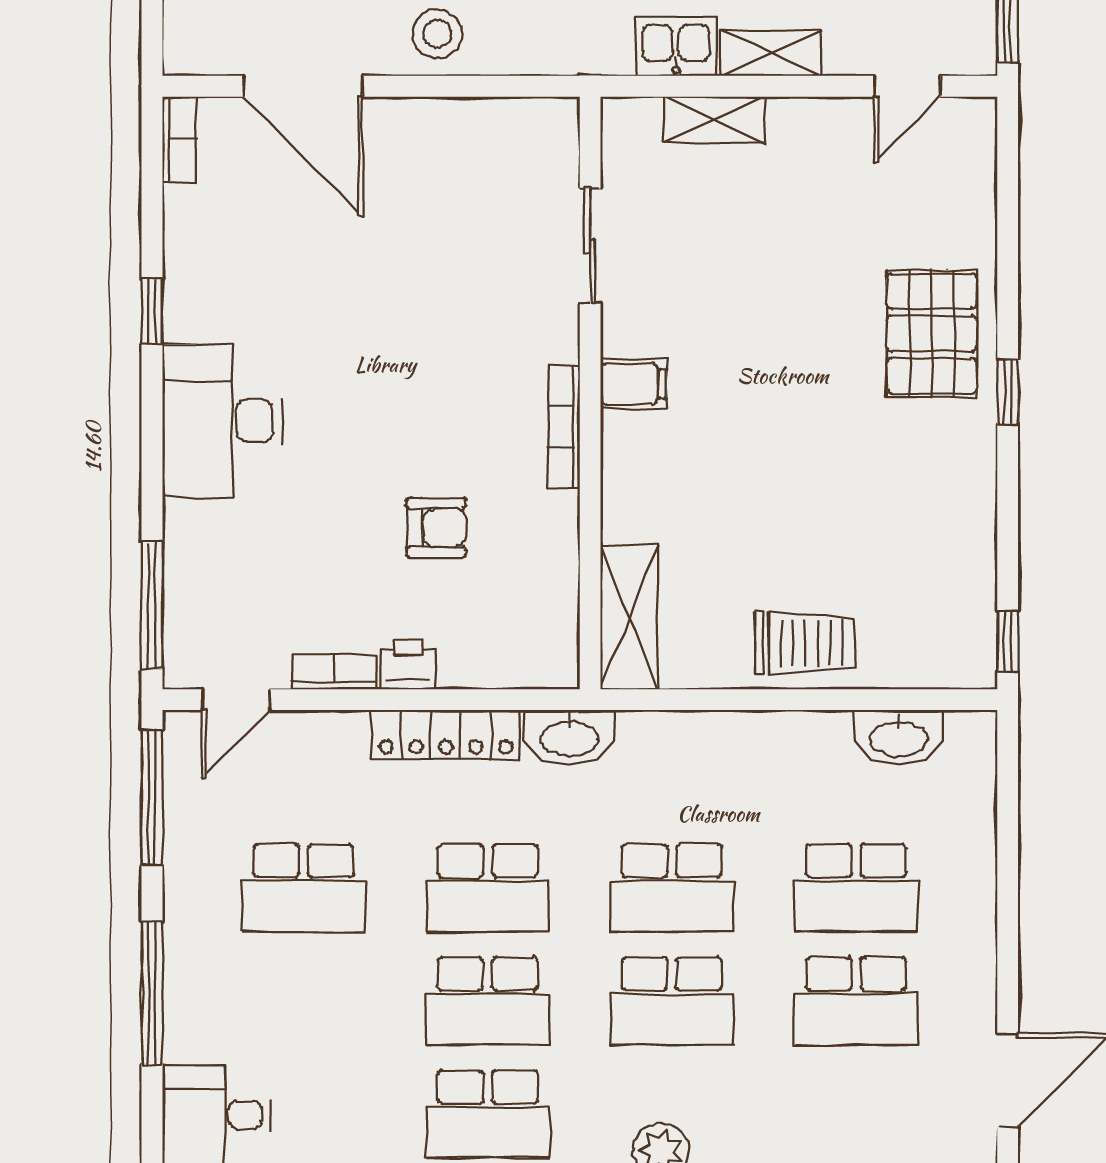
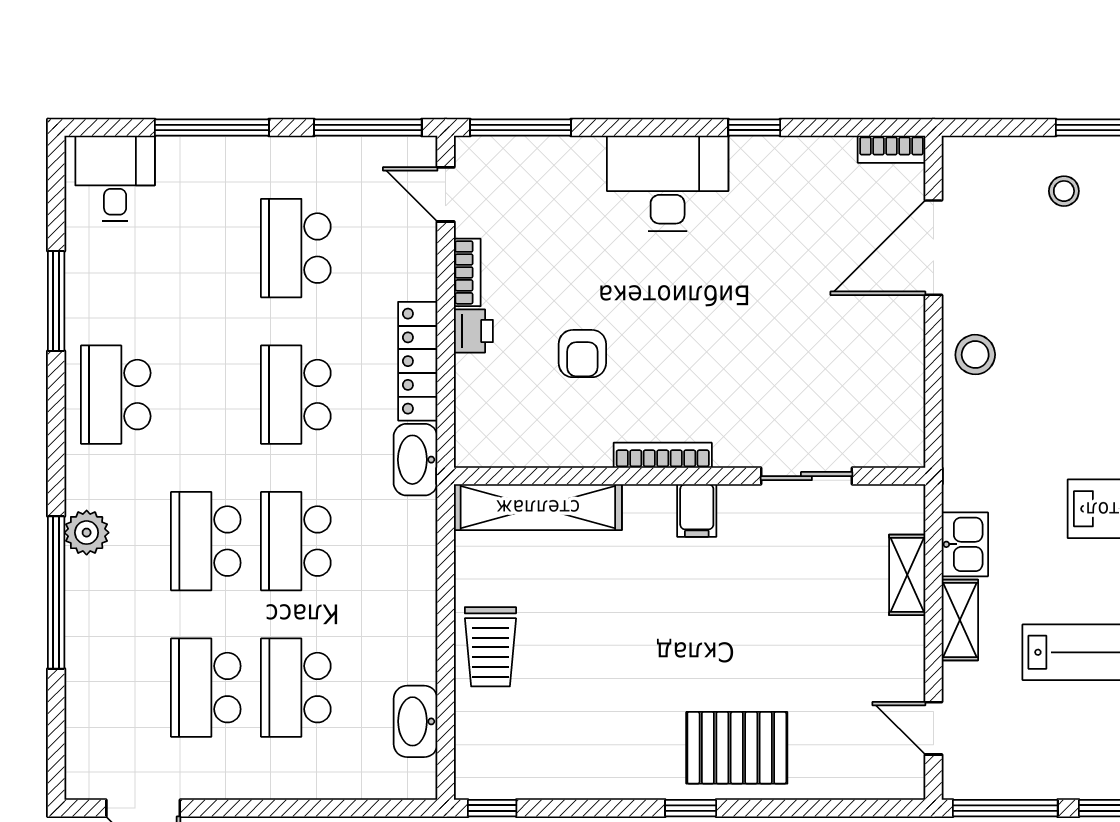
shelving: (629, 617) -> (538, 507), width x1.47
school desk: (488, 1001) -> (206, 395), removed

